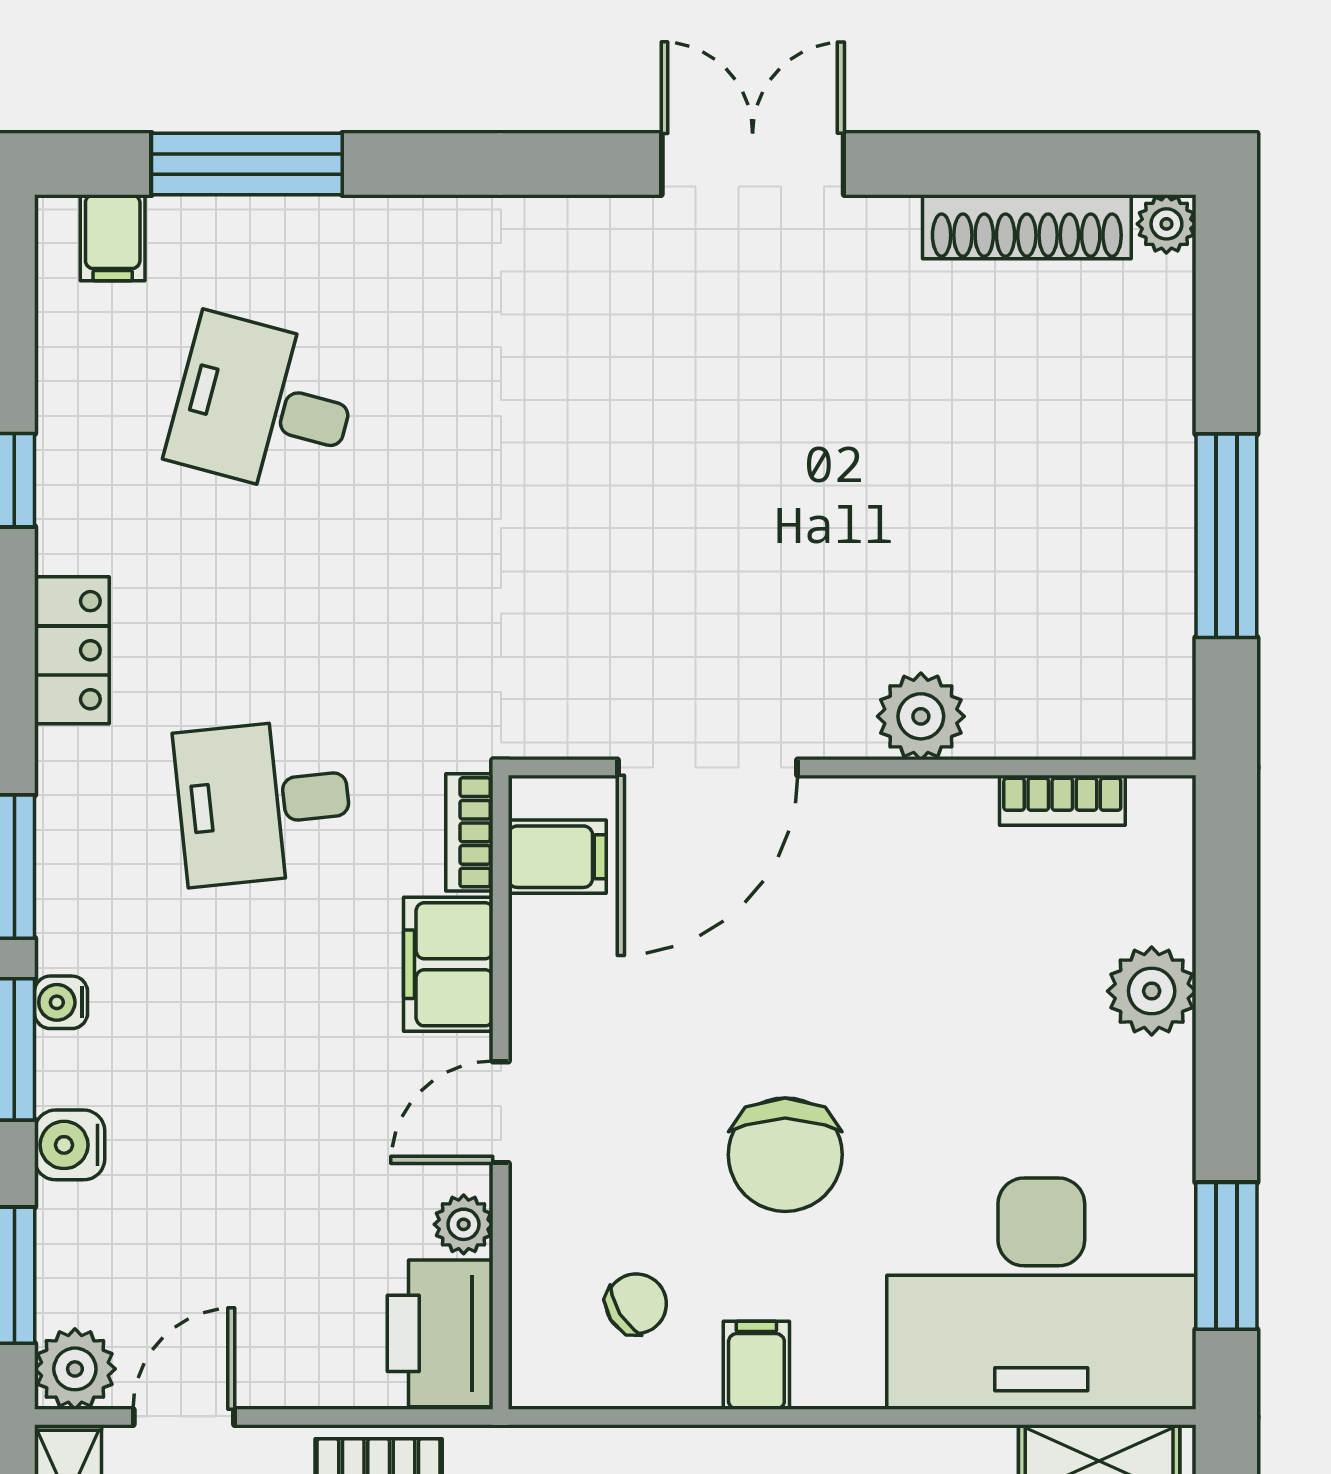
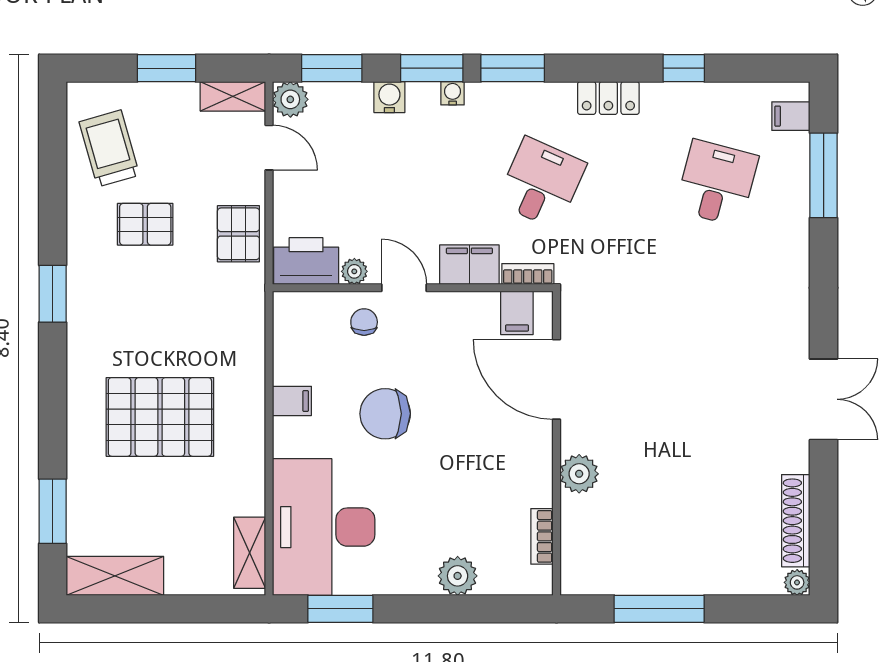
desk: (264, 802) -> (541, 183), turned 30
chair: (636, 1304) -> (364, 322), moved, turned -148

